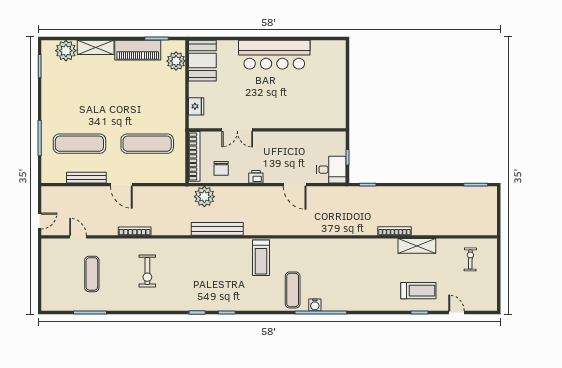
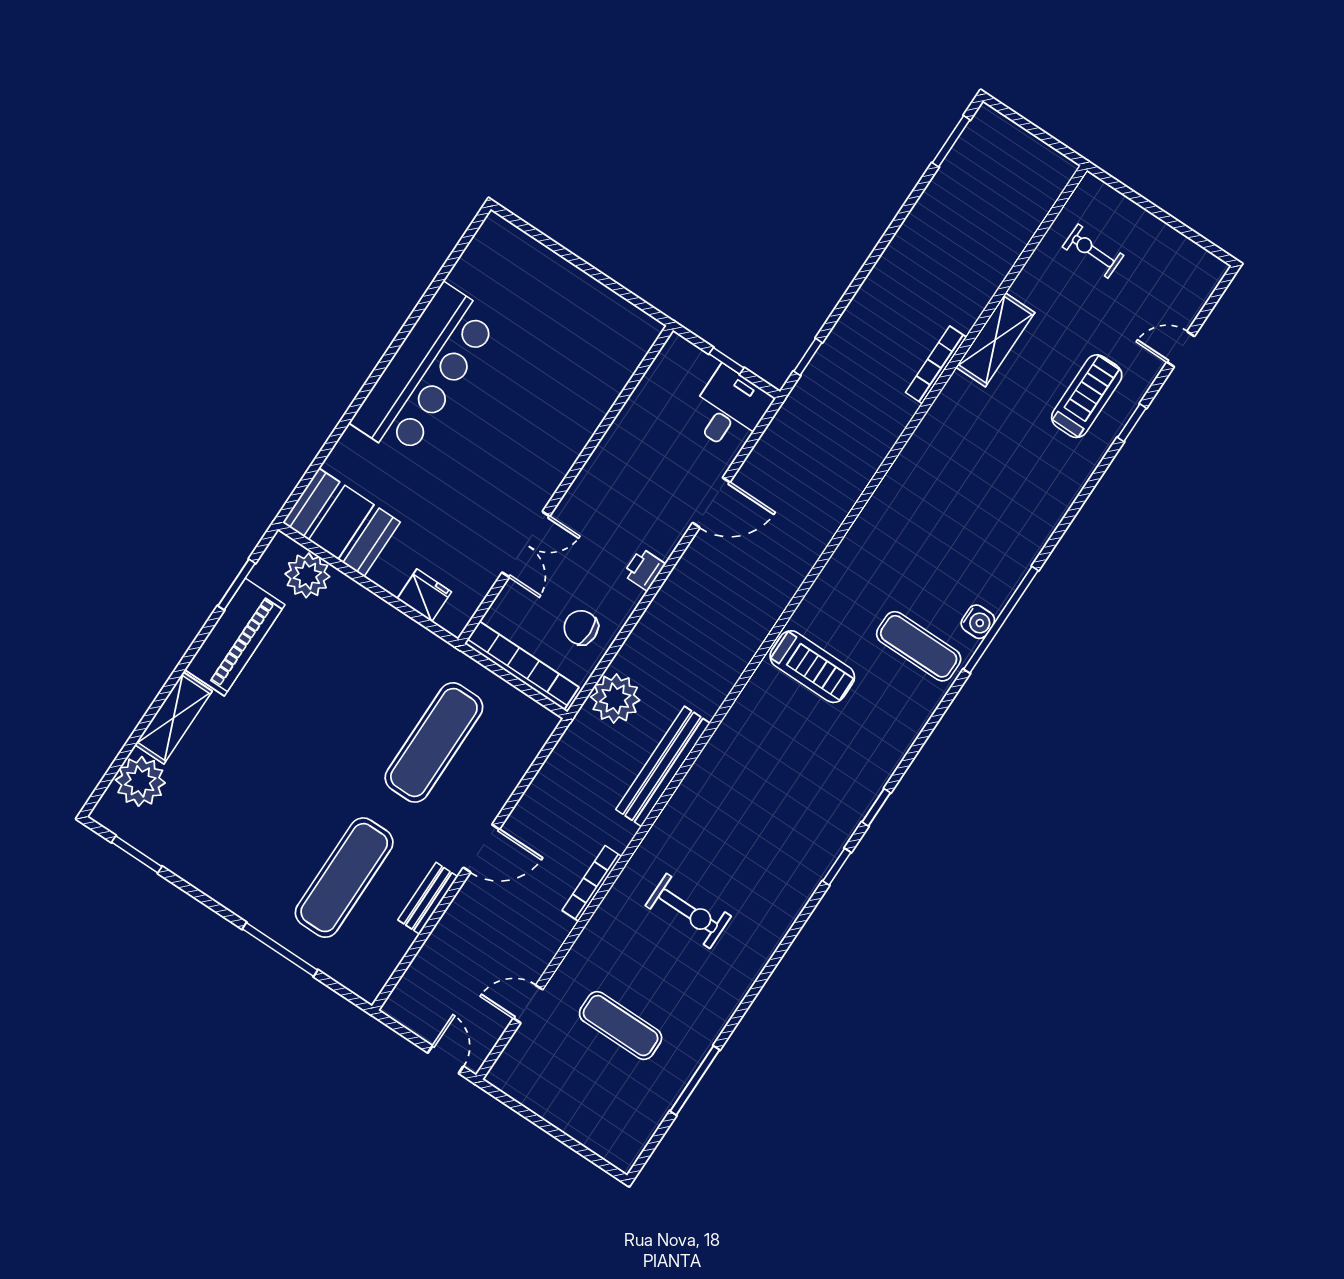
chair: (221, 168) -> (581, 628), turned 180
bench: (86, 178) -> (428, 898), width x0.73
bench: (217, 229) -> (663, 766), moved

